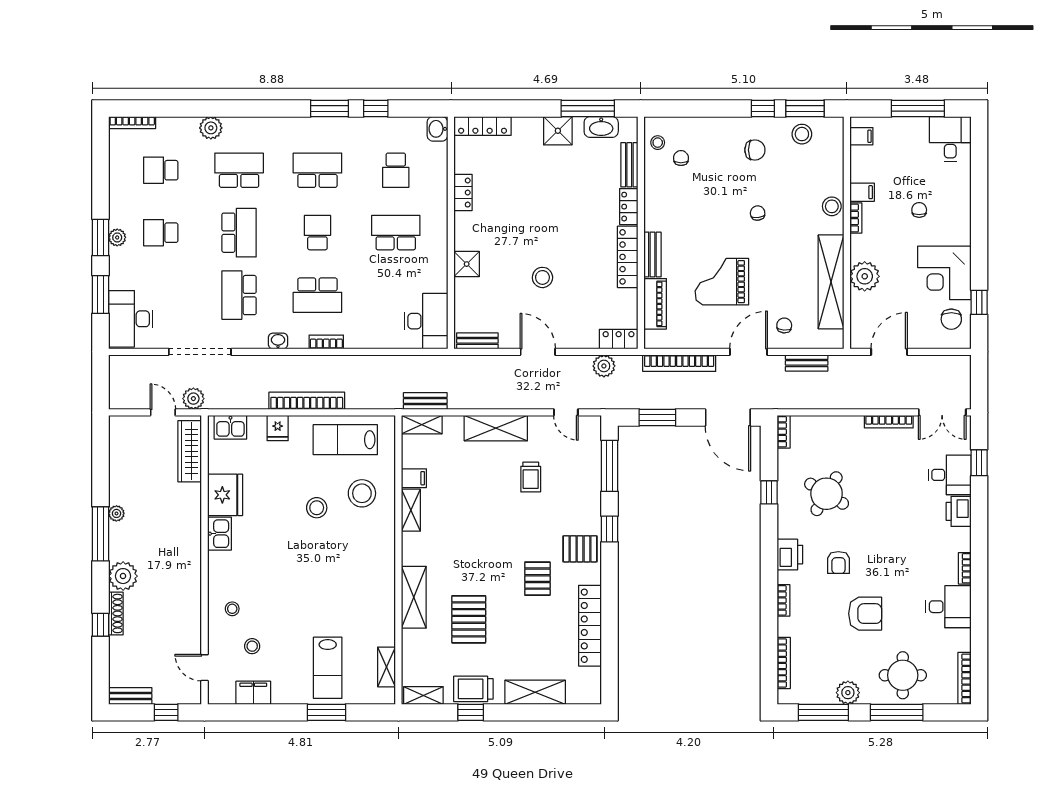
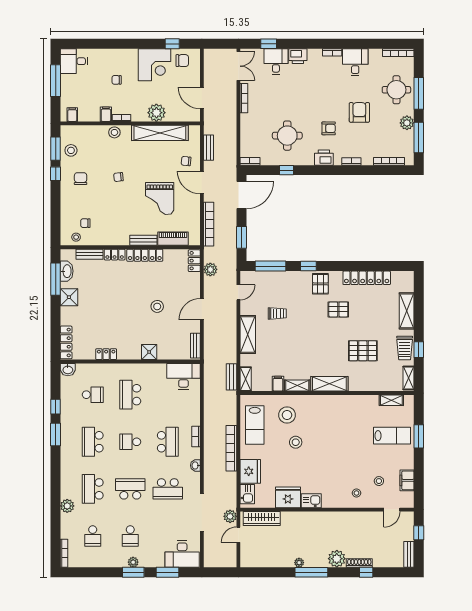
fridge: (278, 428) -> (250, 471), width x1.88, depth x1.34
round table: (827, 494) -> (287, 136), turned -31
shelving: (414, 597) -> (329, 384), moved

